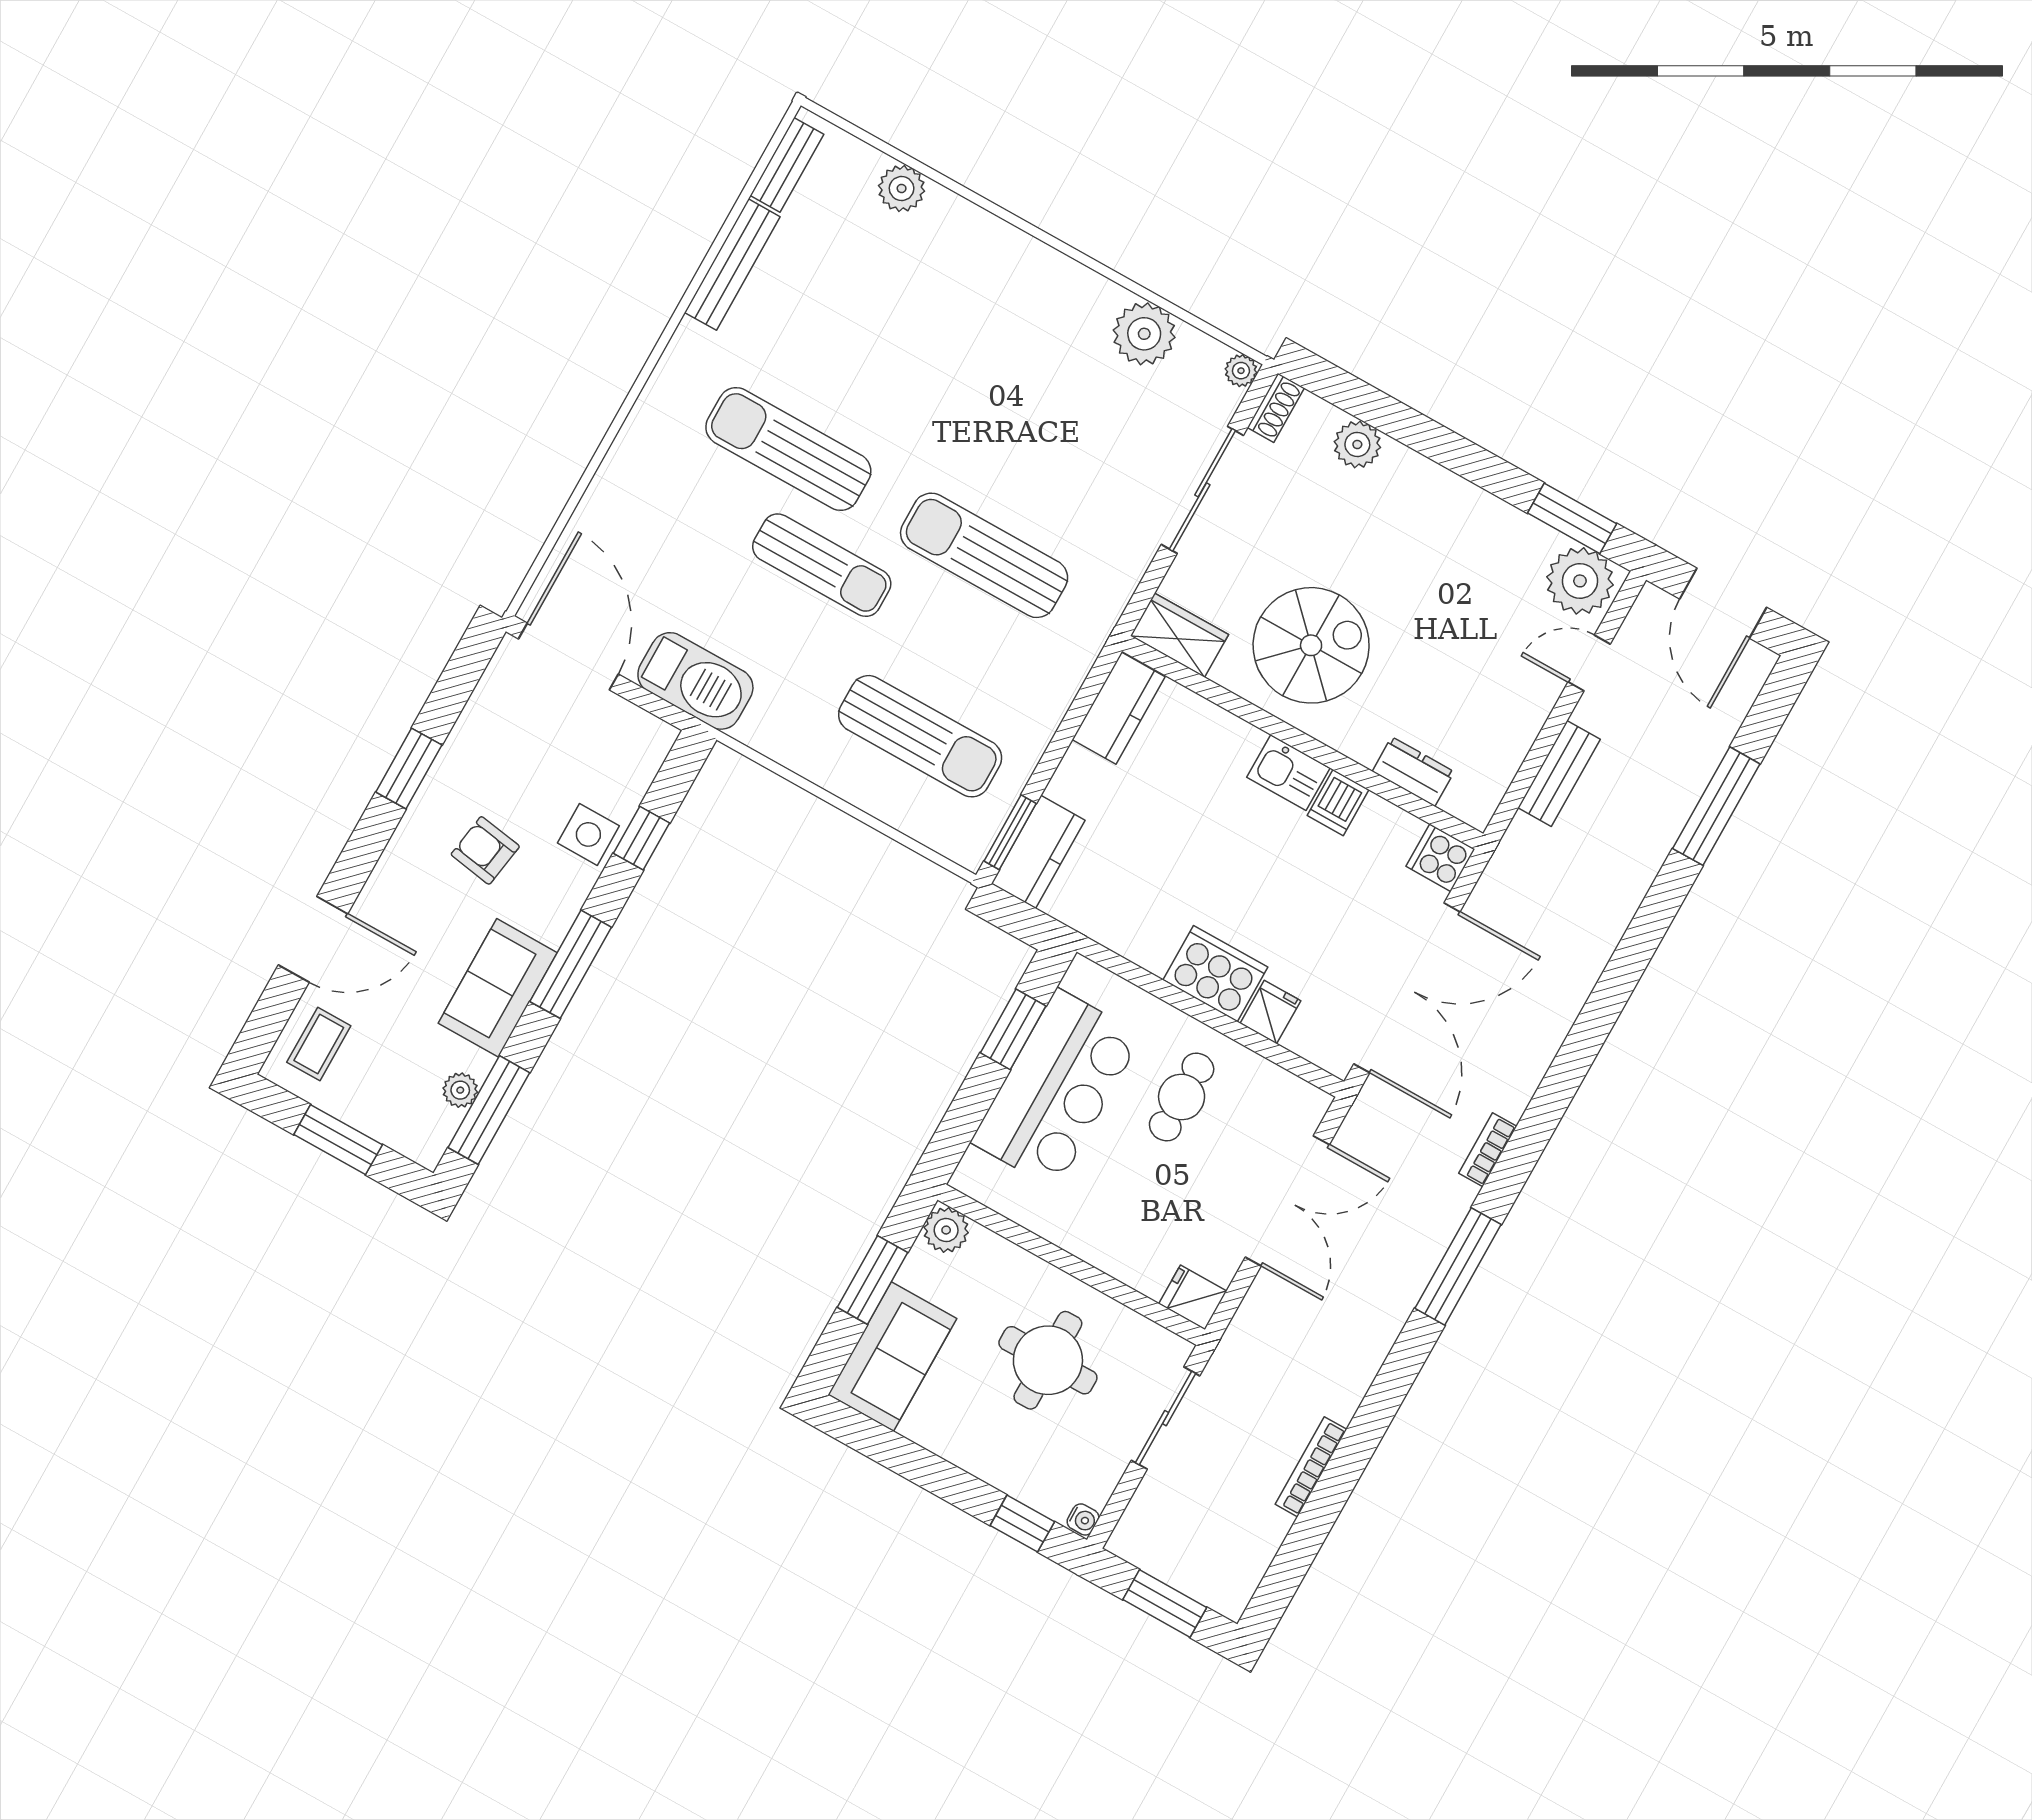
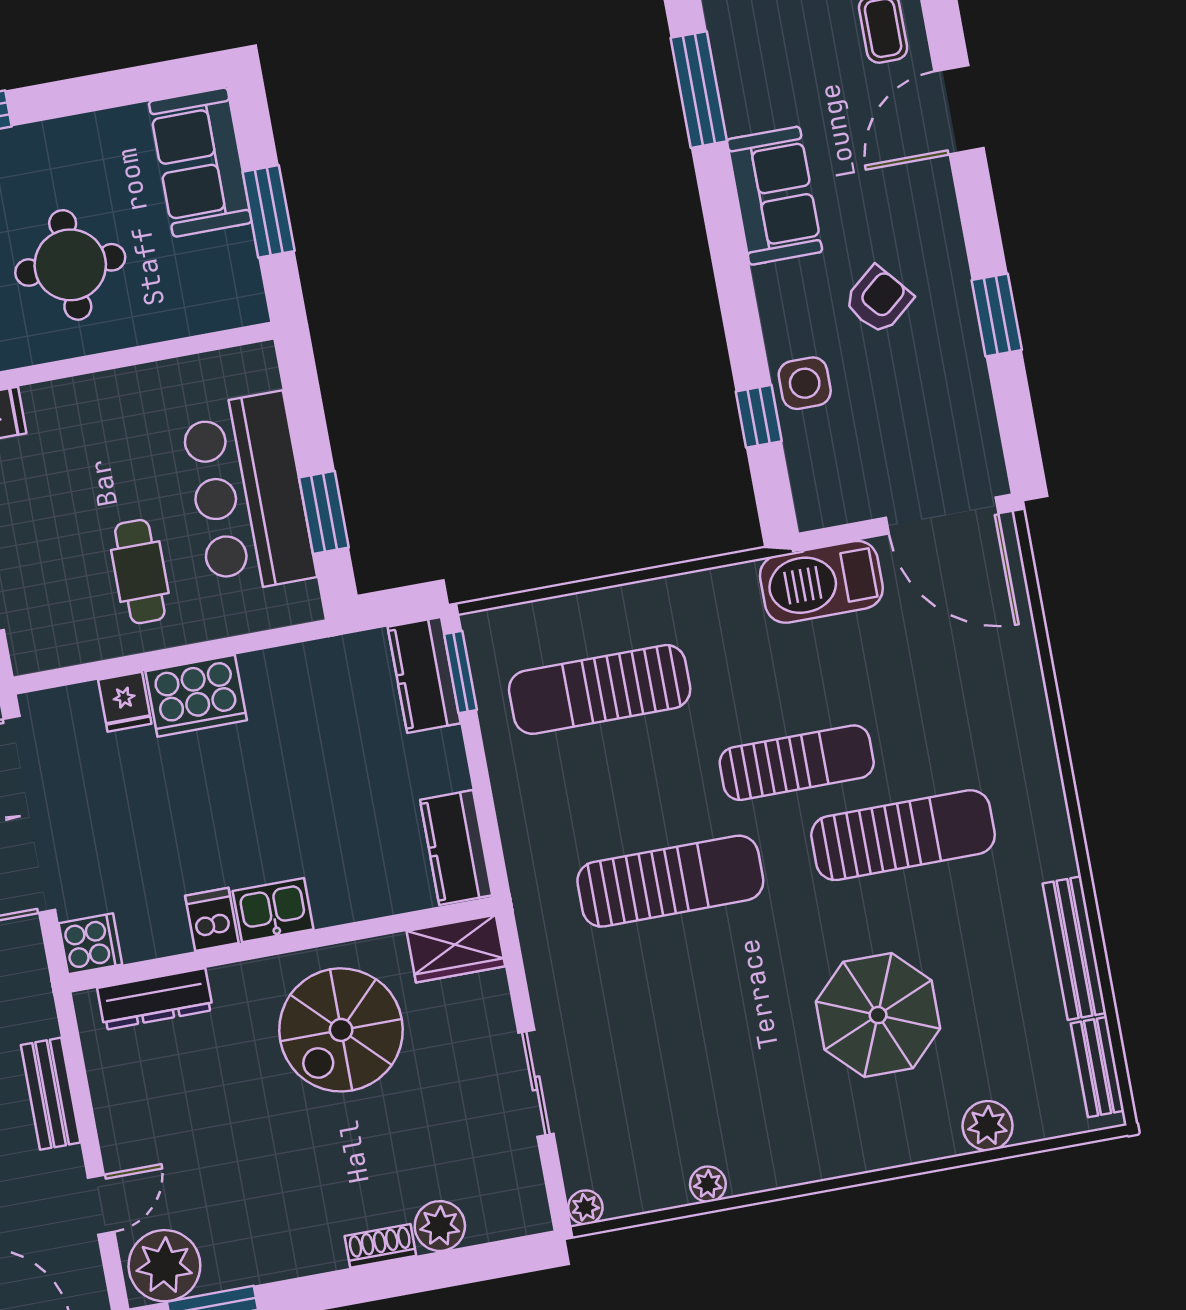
parasol: (914, 334) -> (878, 1015), added
plant: (1144, 334) -> (708, 1184), width x0.53, depth x0.53
shoe rack: (1276, 408) -> (380, 1246), moved, turned 90
sliding door: (1202, 490) -> (536, 1083), width x0.73
sun lounger: (822, 565) -> (797, 763), turned 180
dresser: (1413, 772) -> (155, 999), width x1.44
armchair: (485, 850) -> (878, 300), turned -49
window: (571, 964) -> (731, 265), removed
plant: (460, 1090) -> (736, 86), removed
plant: (946, 1230) -> (242, 302), removed

